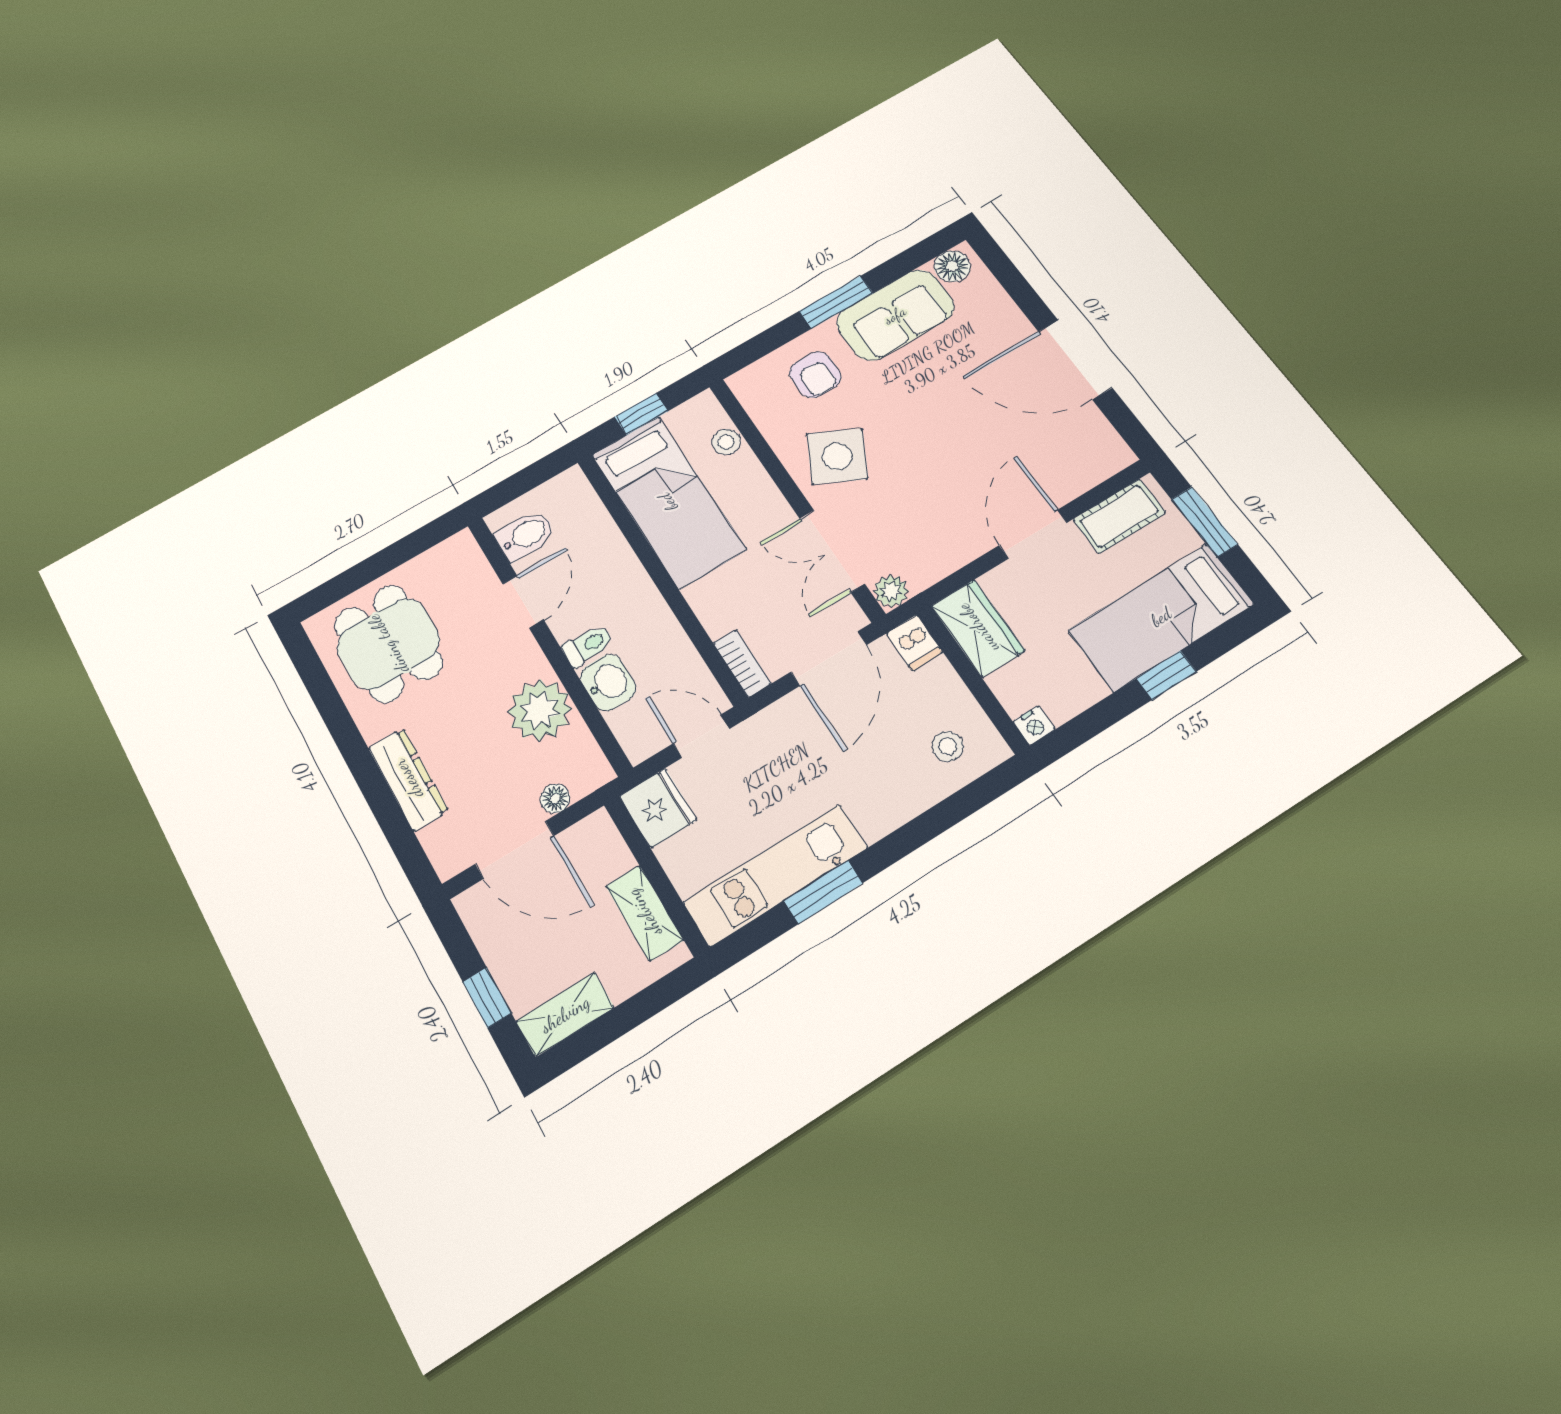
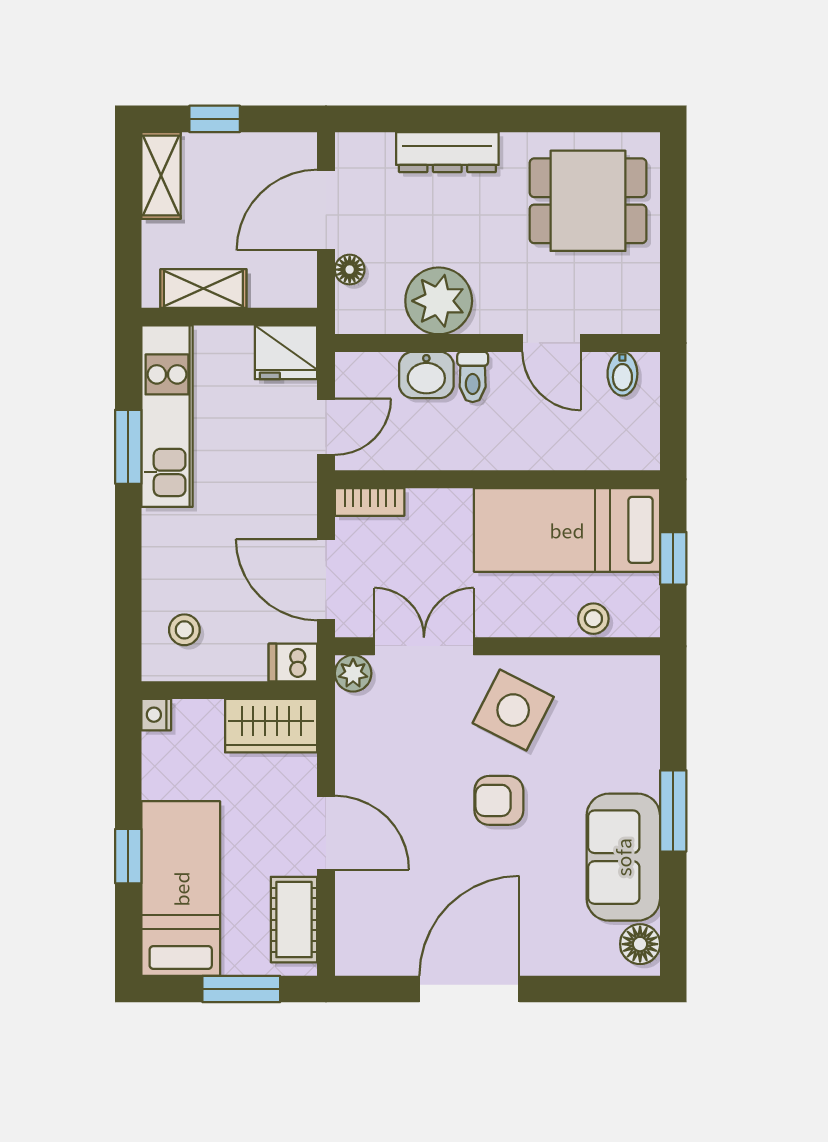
armchair: (815, 375) -> (499, 800), moved
bidet: (526, 535) -> (622, 374), width x0.72, depth x0.74

